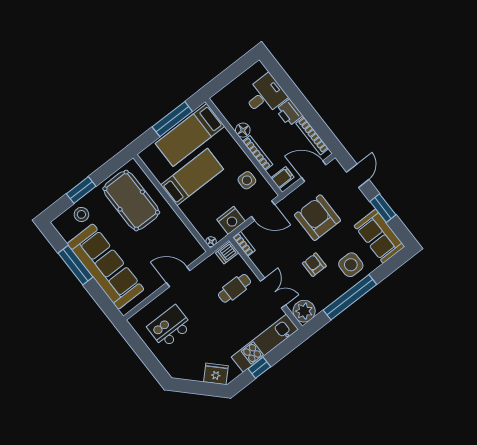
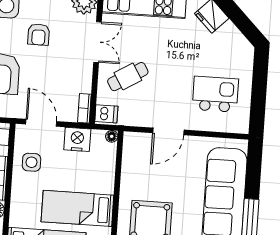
door: (178, 277) -> (168, 131), hinge flipped
cafe table: (235, 288) -> (128, 77), turned -31
double door: (273, 293) -> (97, 42), swing flipped
kitchen island: (170, 327) -> (215, 94), turned 180

